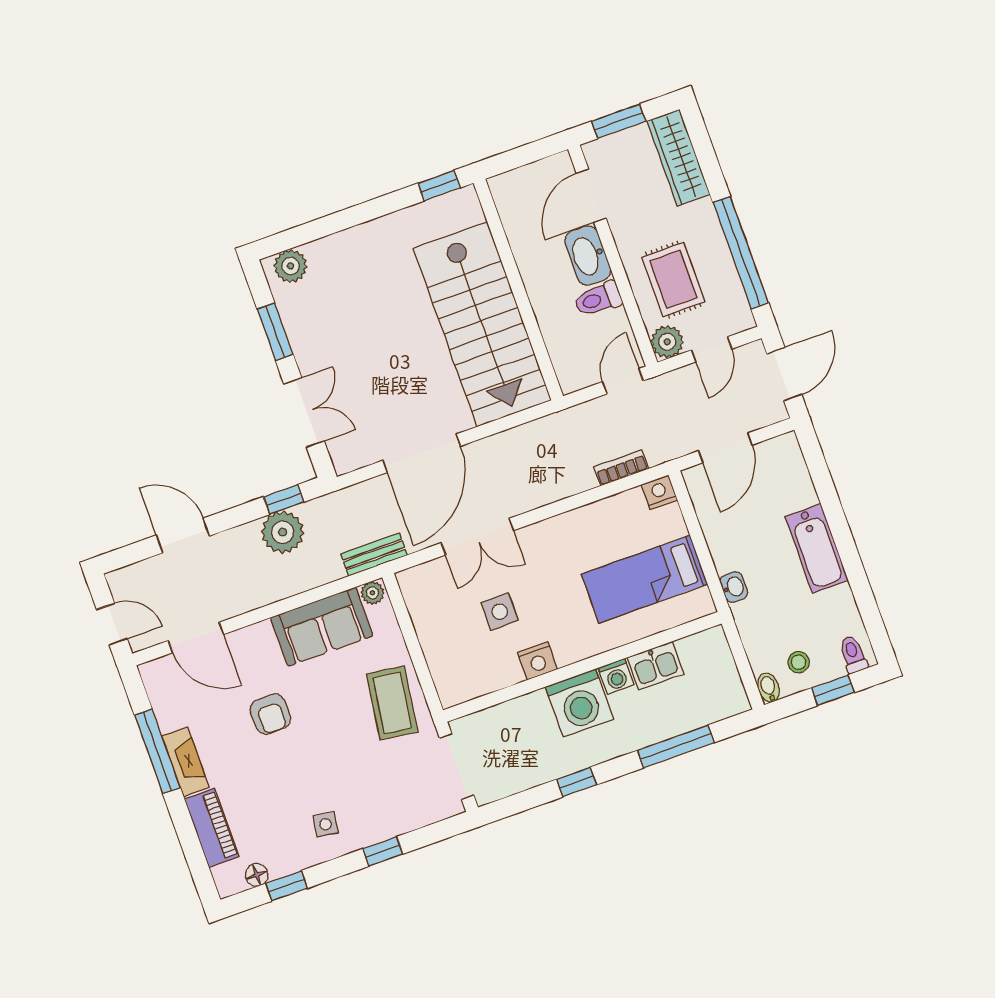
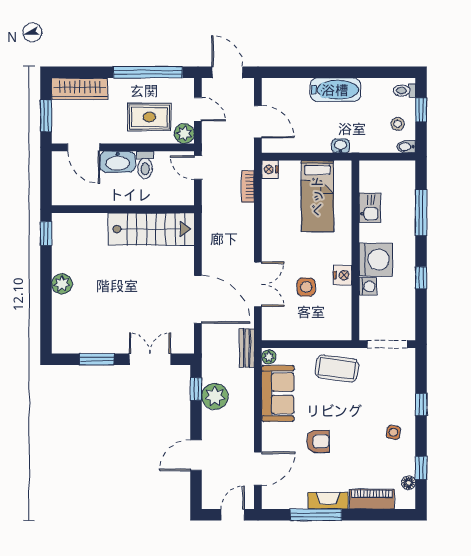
plant: (291, 266) -> (62, 284), moved
stairs: (482, 324) -> (151, 229), width x0.73, depth x0.66
washing machine: (616, 676) -> (368, 286), moved

